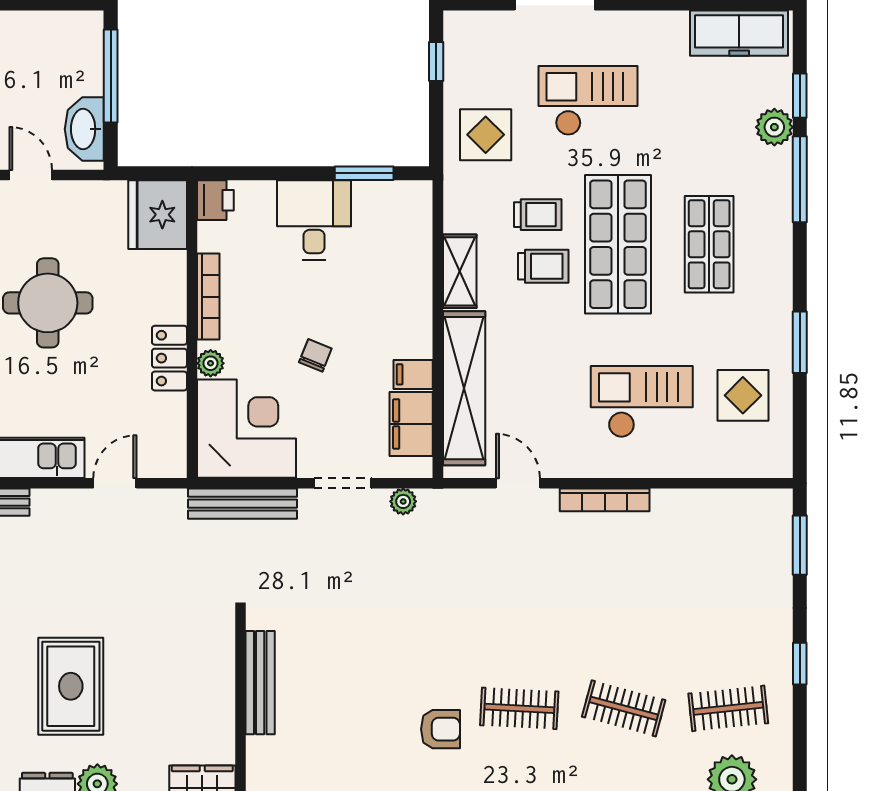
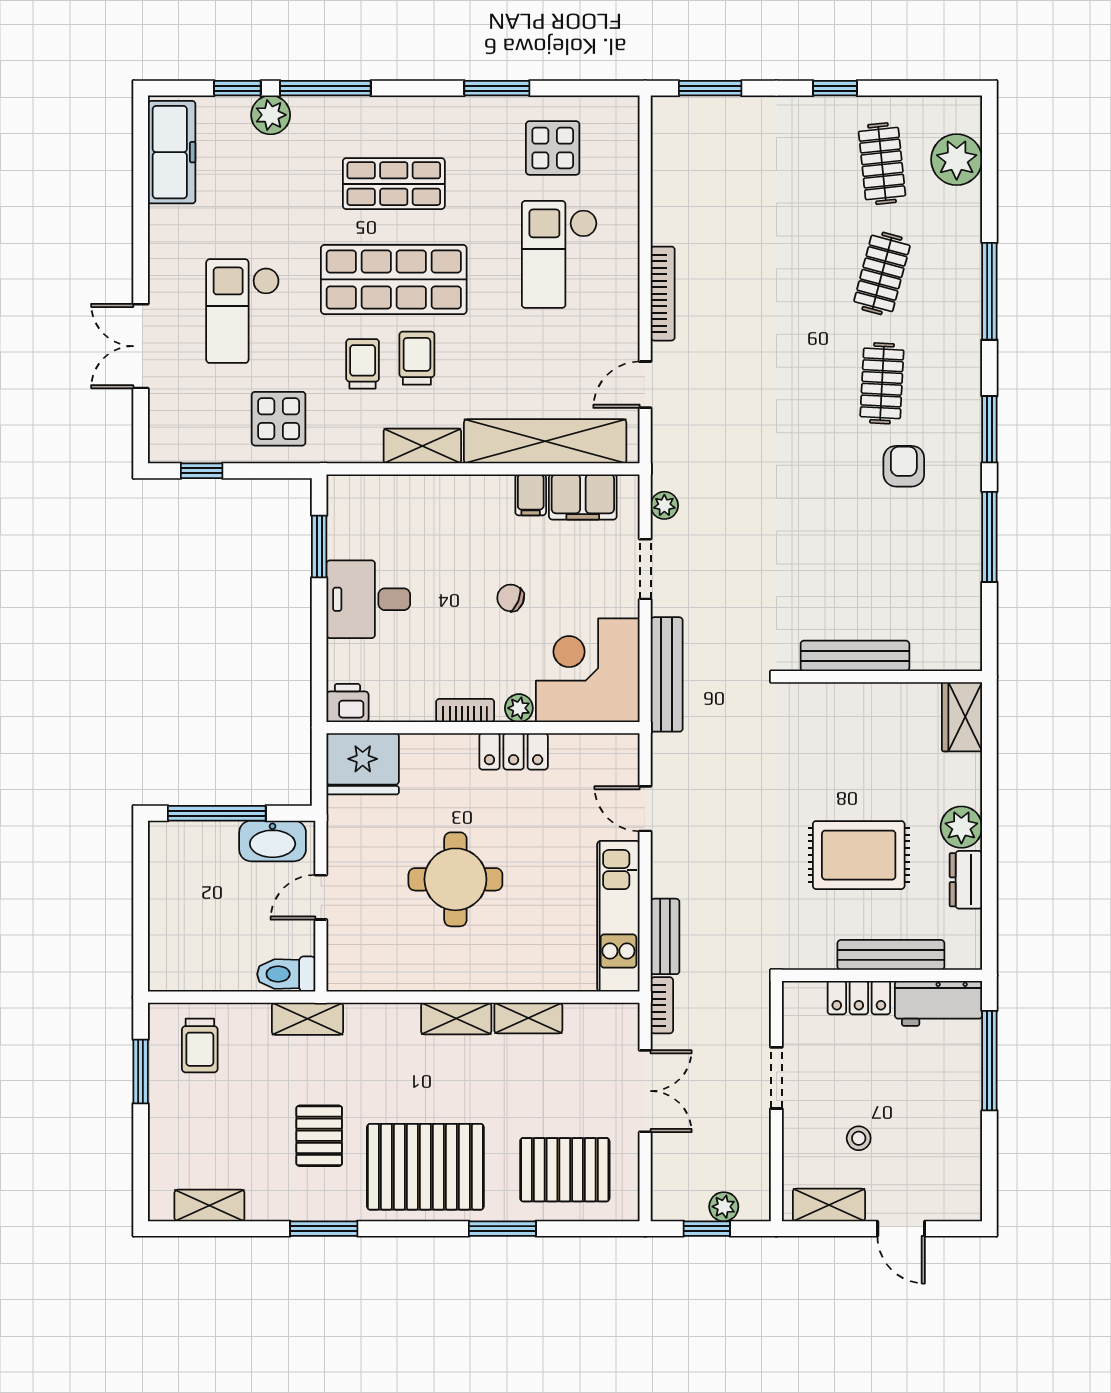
bookcase: (208, 297) -> (465, 711), width x0.64

